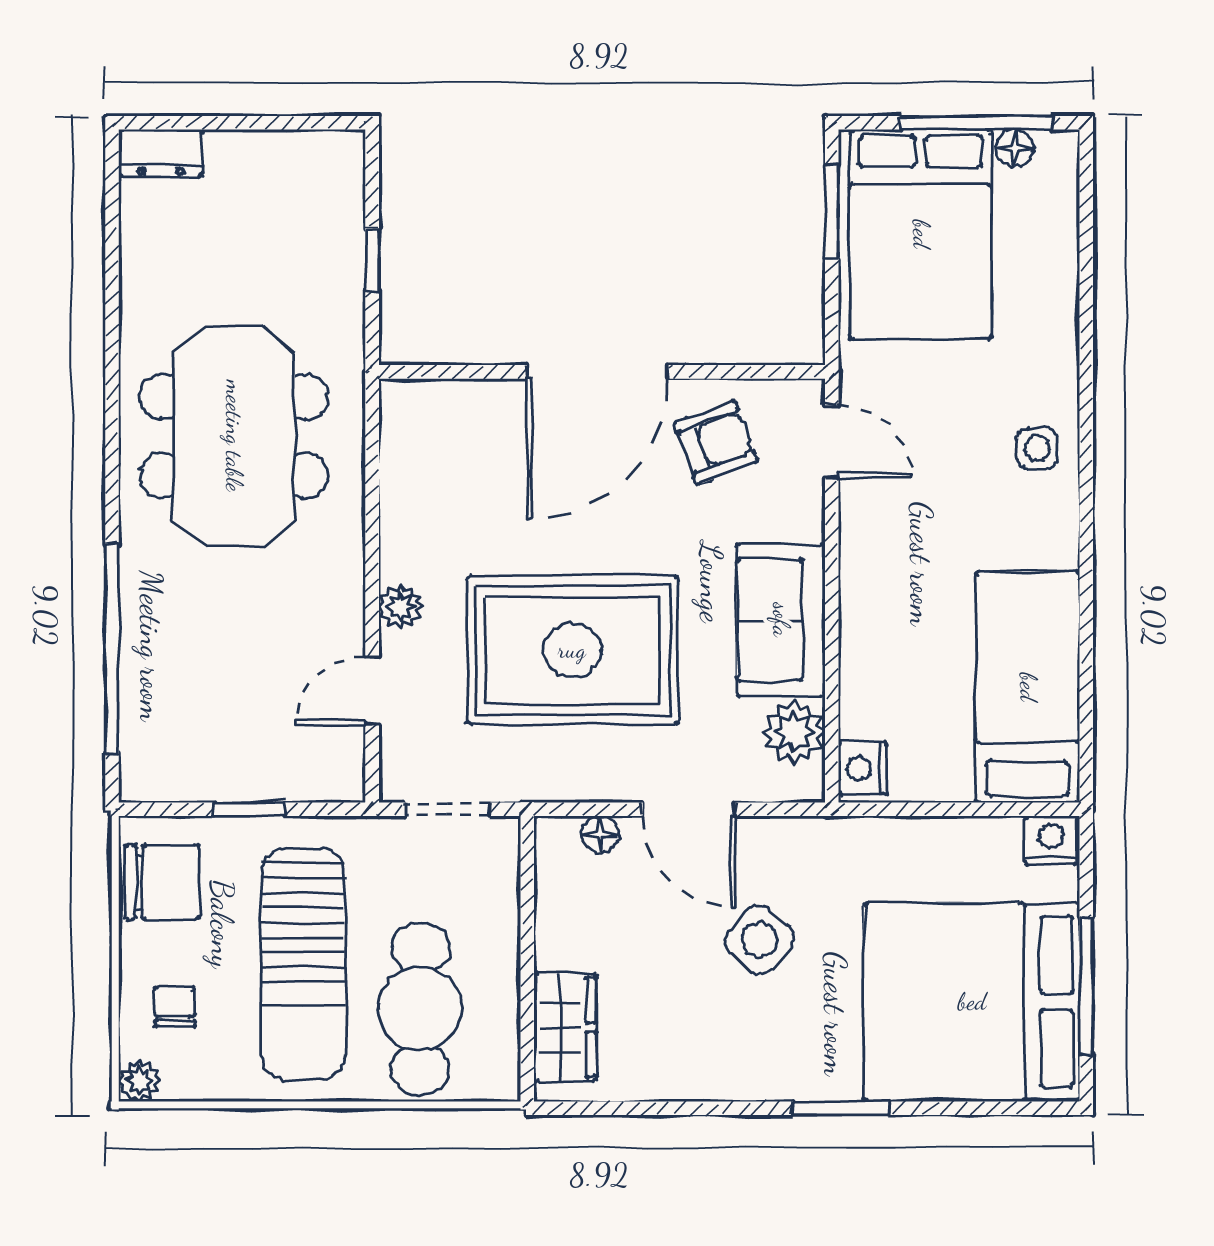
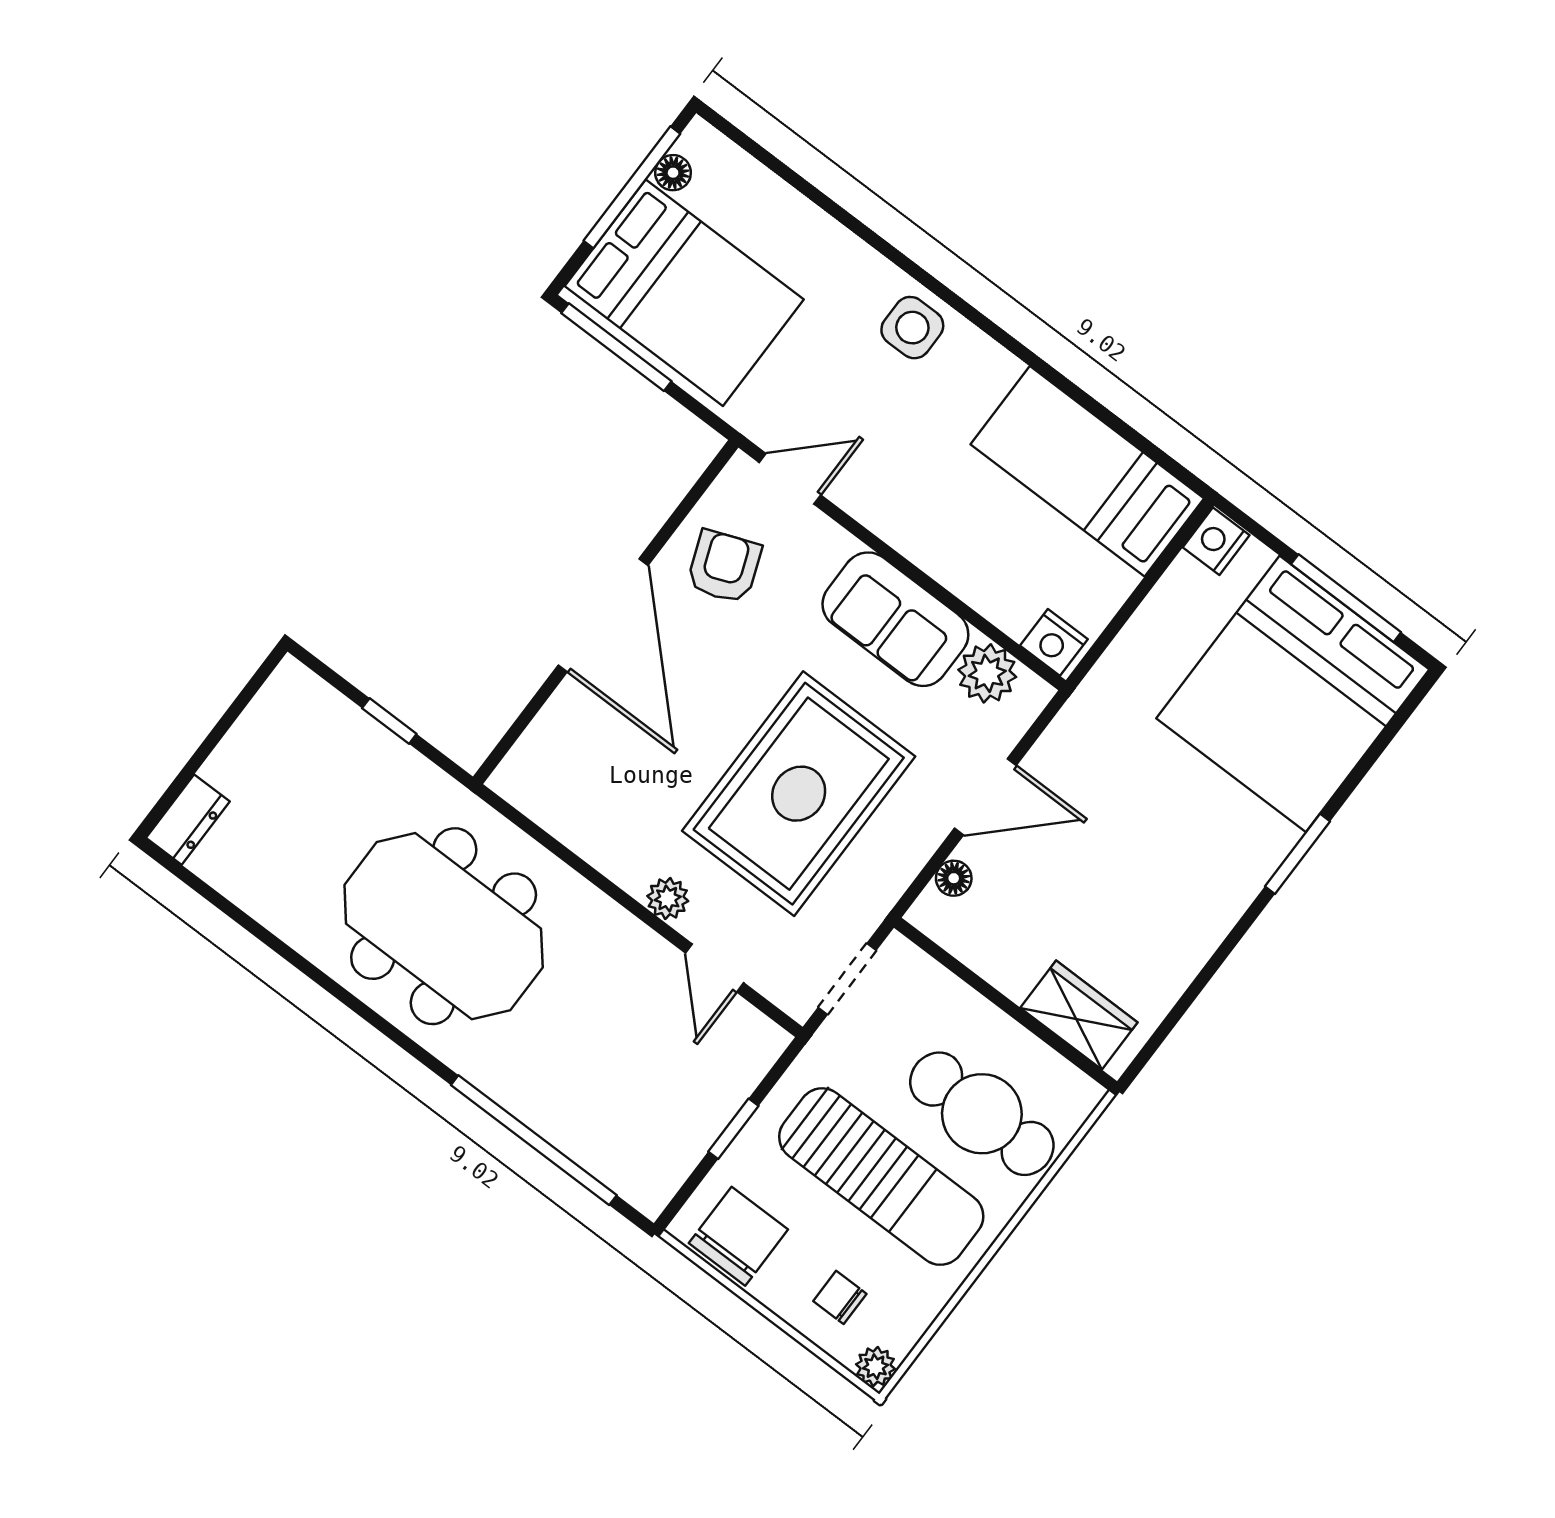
window: (832, 212) -> (616, 347), width x1.44
side table: (1037, 448) -> (912, 328), width x1.37, depth x1.37
side table: (759, 939) -> (1124, 818), removed

